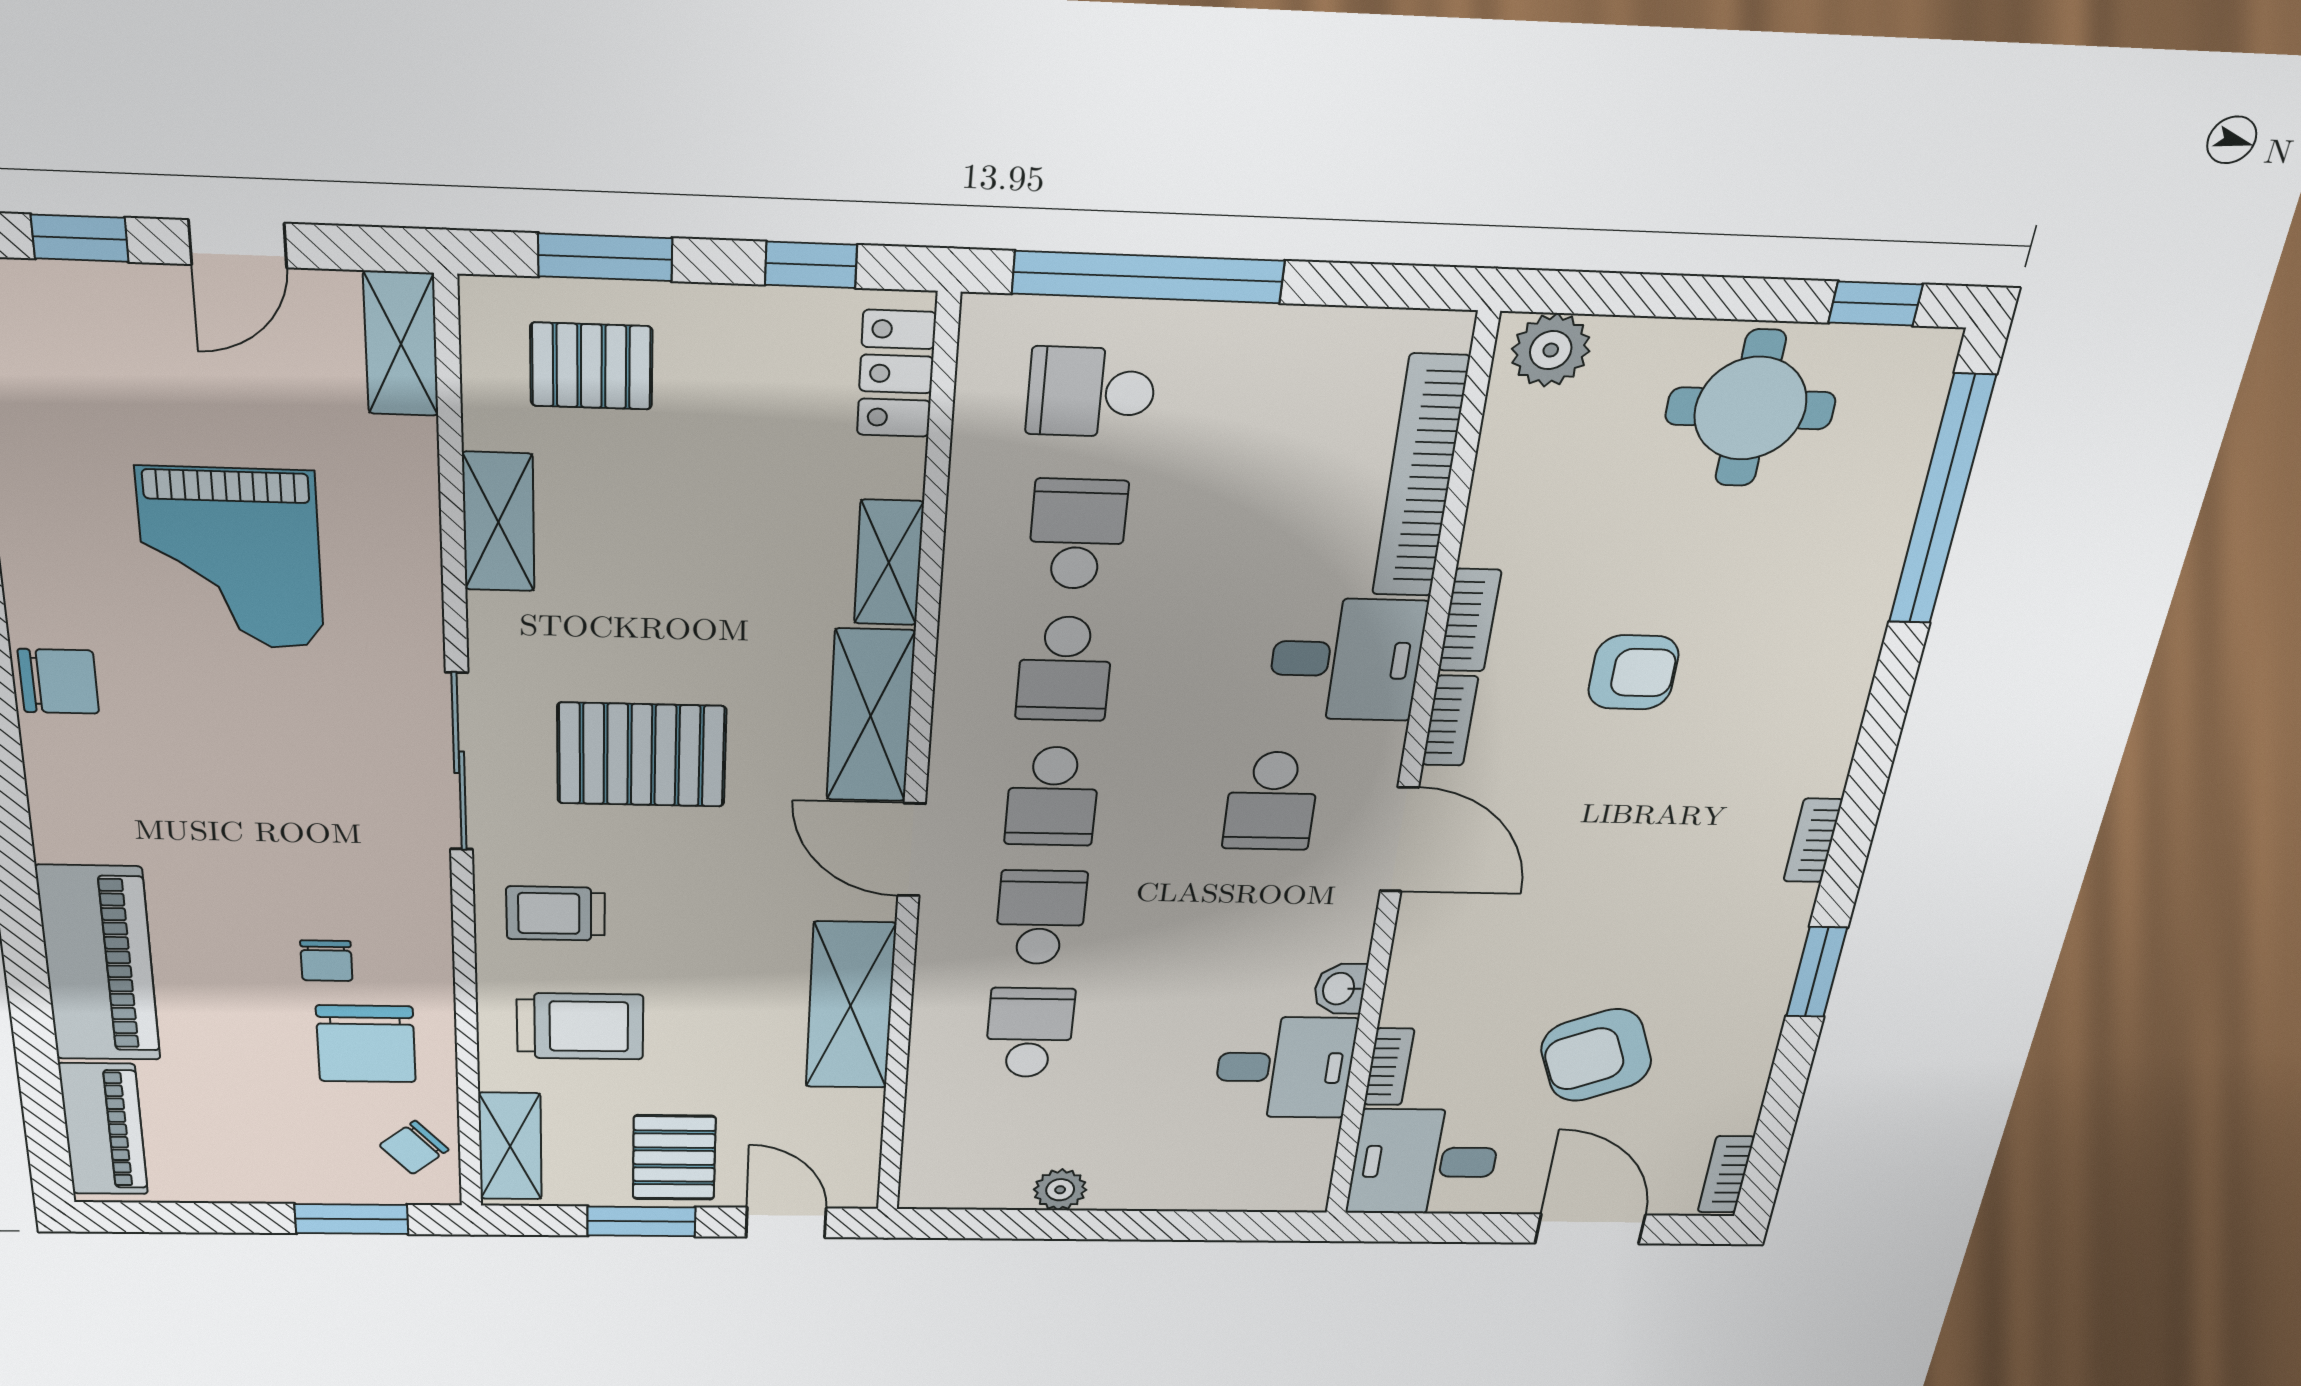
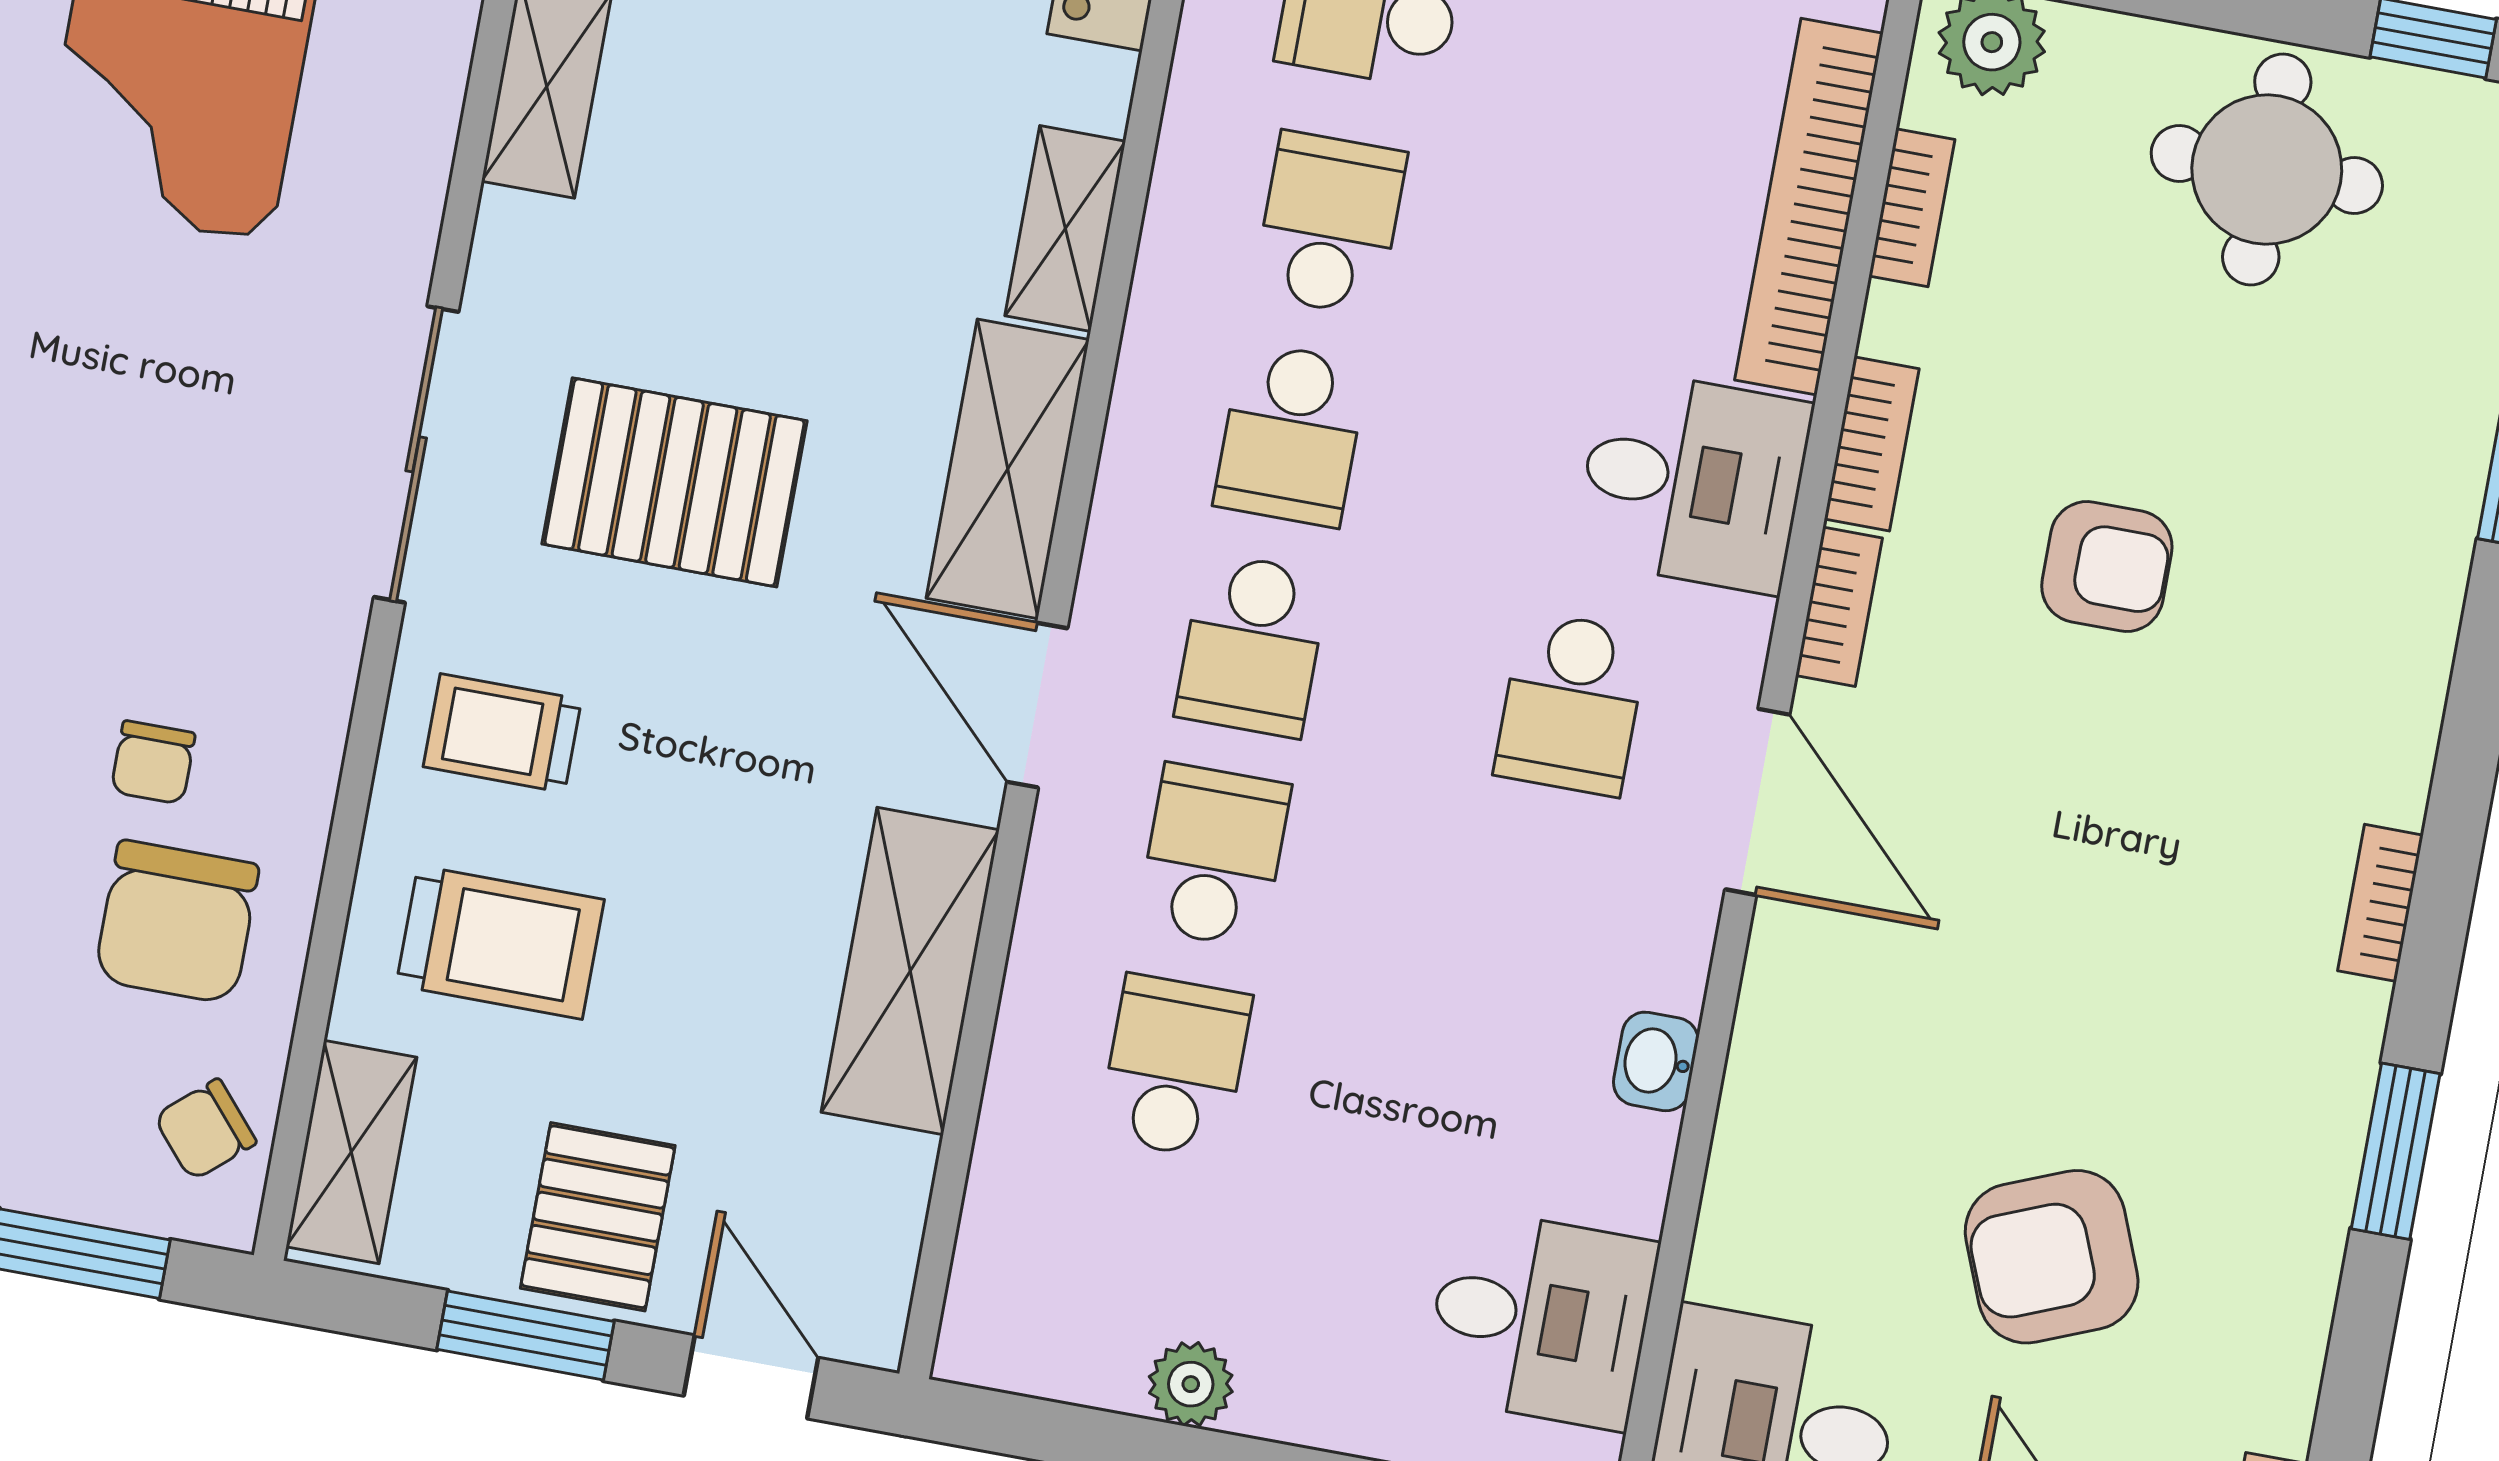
bookcase: (1389, 1067) -> (1912, 208), moved
desk: (1285, 1068) -> (1540, 1319), moved

